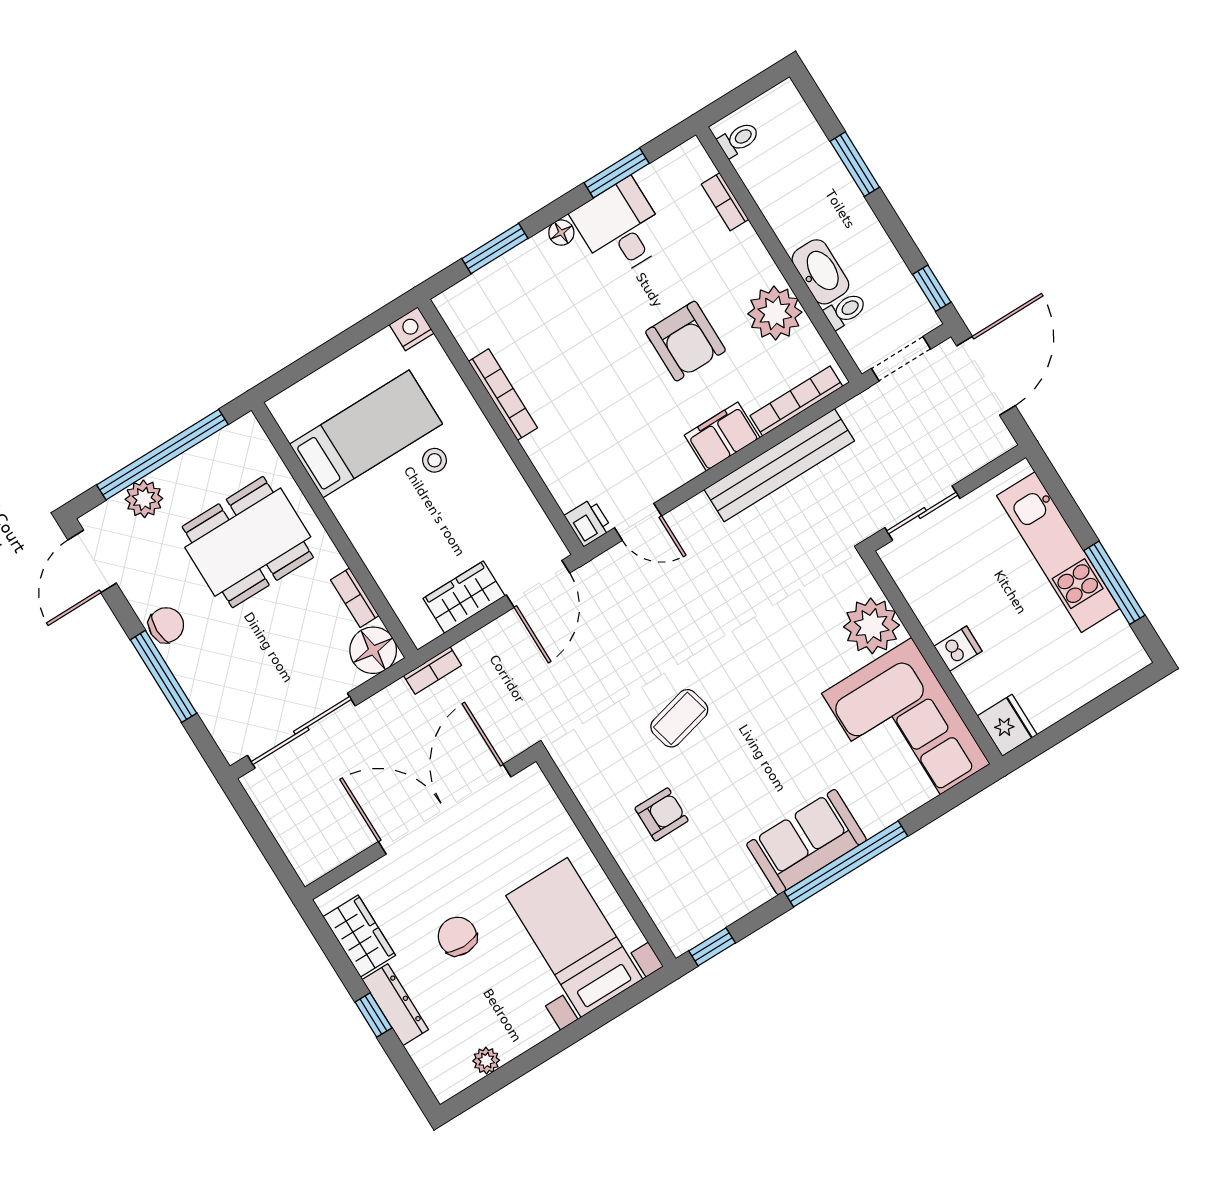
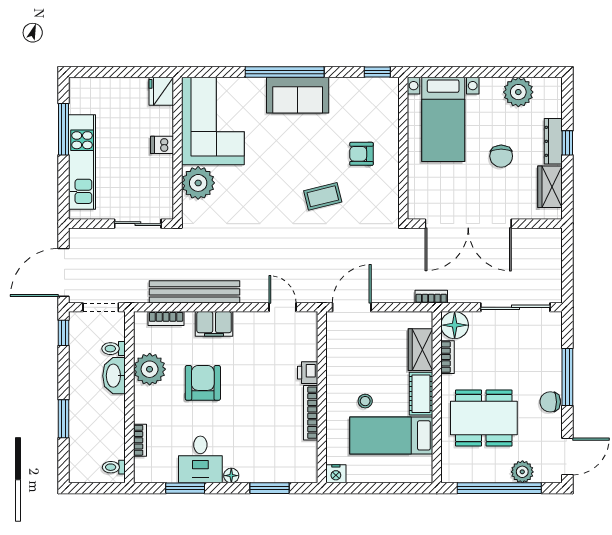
bookcase: (796, 401) -> (166, 319), width x0.64
cot: (361, 521) -> (421, 394), added
printer: (588, 522) -> (308, 373), moved
wardrobe: (464, 597) -> (420, 350), moved, turned 90
plant: (486, 1061) -> (518, 92), width x1.88, depth x1.88

